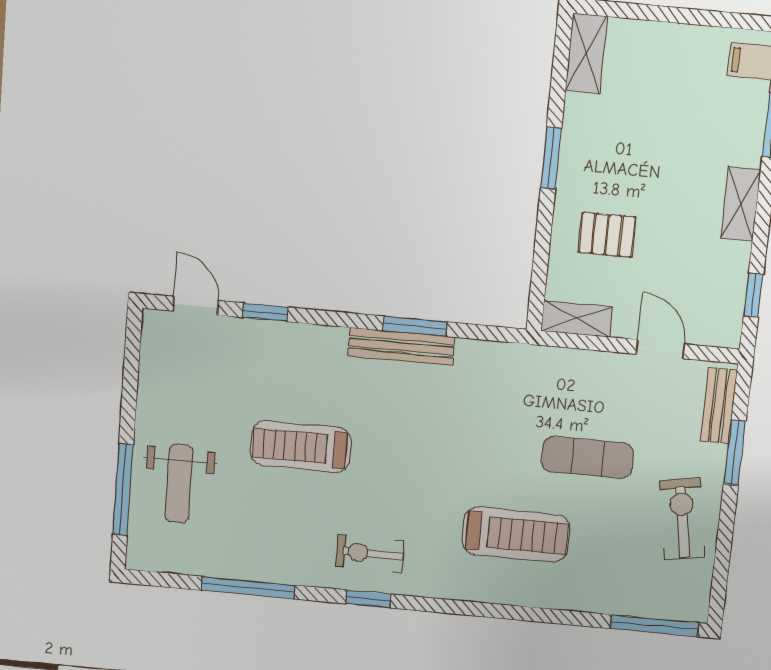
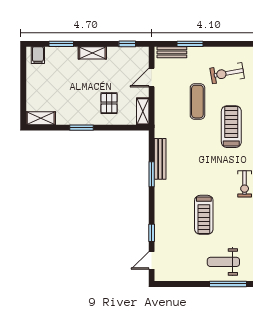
bench: (401, 347) -> (160, 159), moved
weight bench: (179, 484) -> (223, 262), turned 180
exercise bike: (682, 518) -> (227, 73), moved

